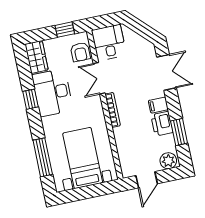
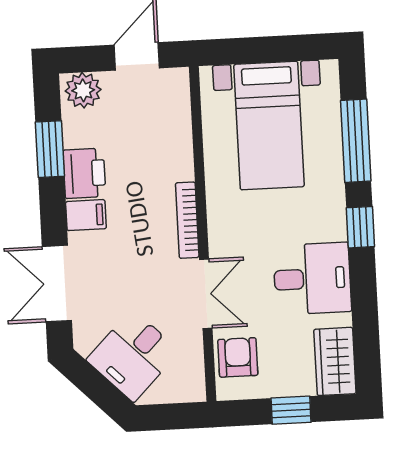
window: (65, 30) -> (291, 410), moved
desk: (109, 43) -> (133, 356), moved, turned 45
desk: (53, 93) -> (312, 279), width x0.73
window: (30, 99) -> (360, 227), moved

